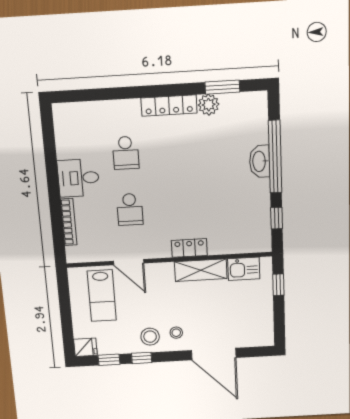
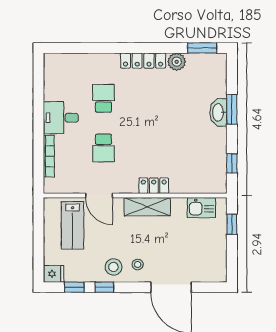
window: (222, 87) -> (202, 48), moved
school desk: (126, 153) -> (103, 98), turned 180
window: (275, 157) -> (232, 109), width x0.47
shelving: (201, 270) -> (147, 207), moved

